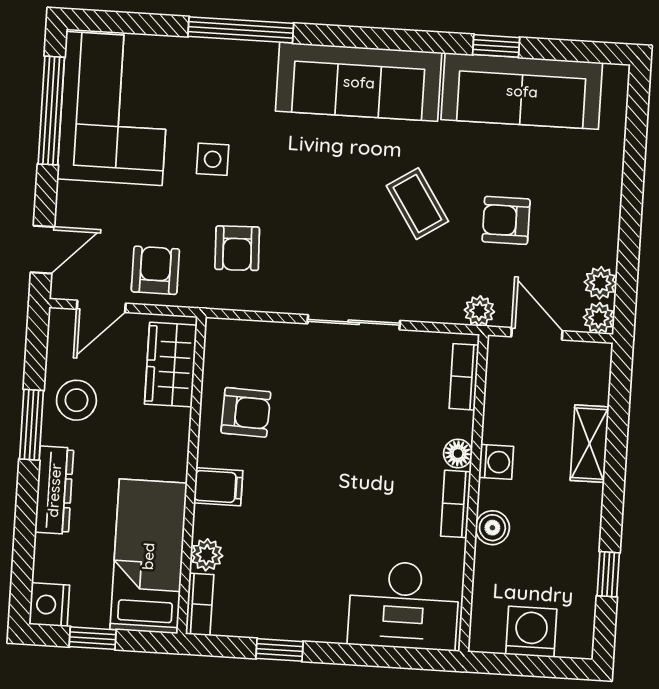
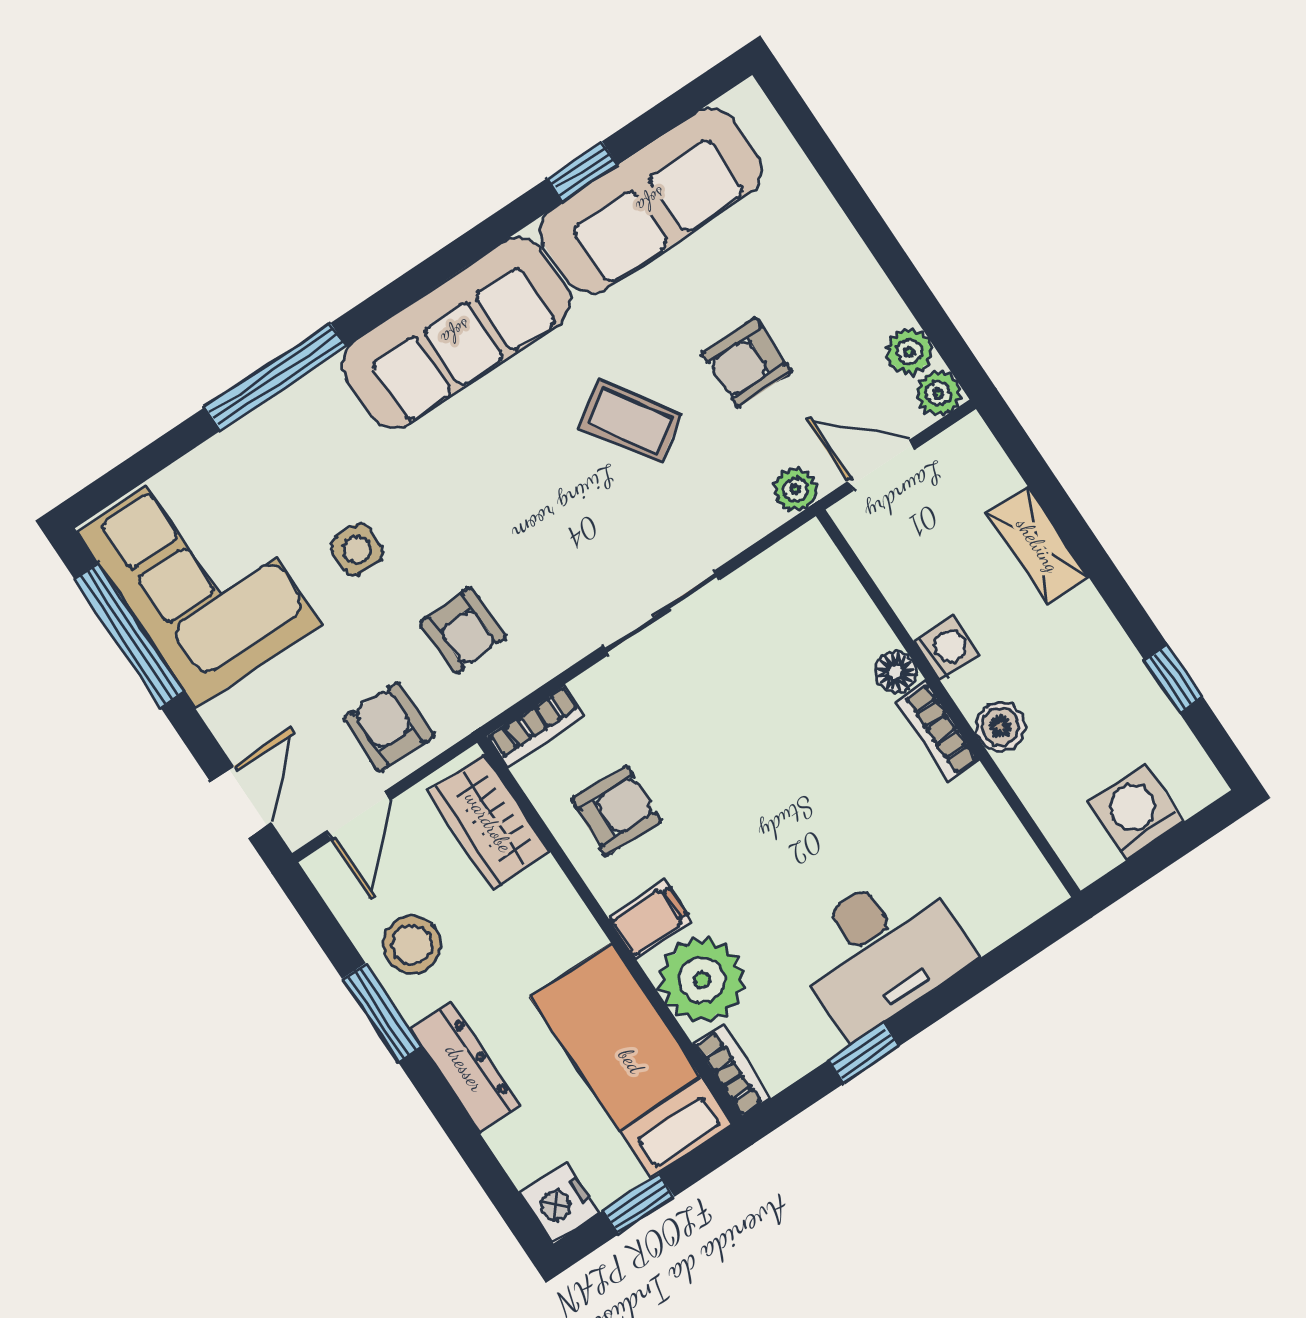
bookcase: (464, 377) -> (536, 726), moved, turned -90
plant: (207, 555) -> (702, 980), width x1.88, depth x1.88
desk: (404, 605) -> (881, 950), moved

